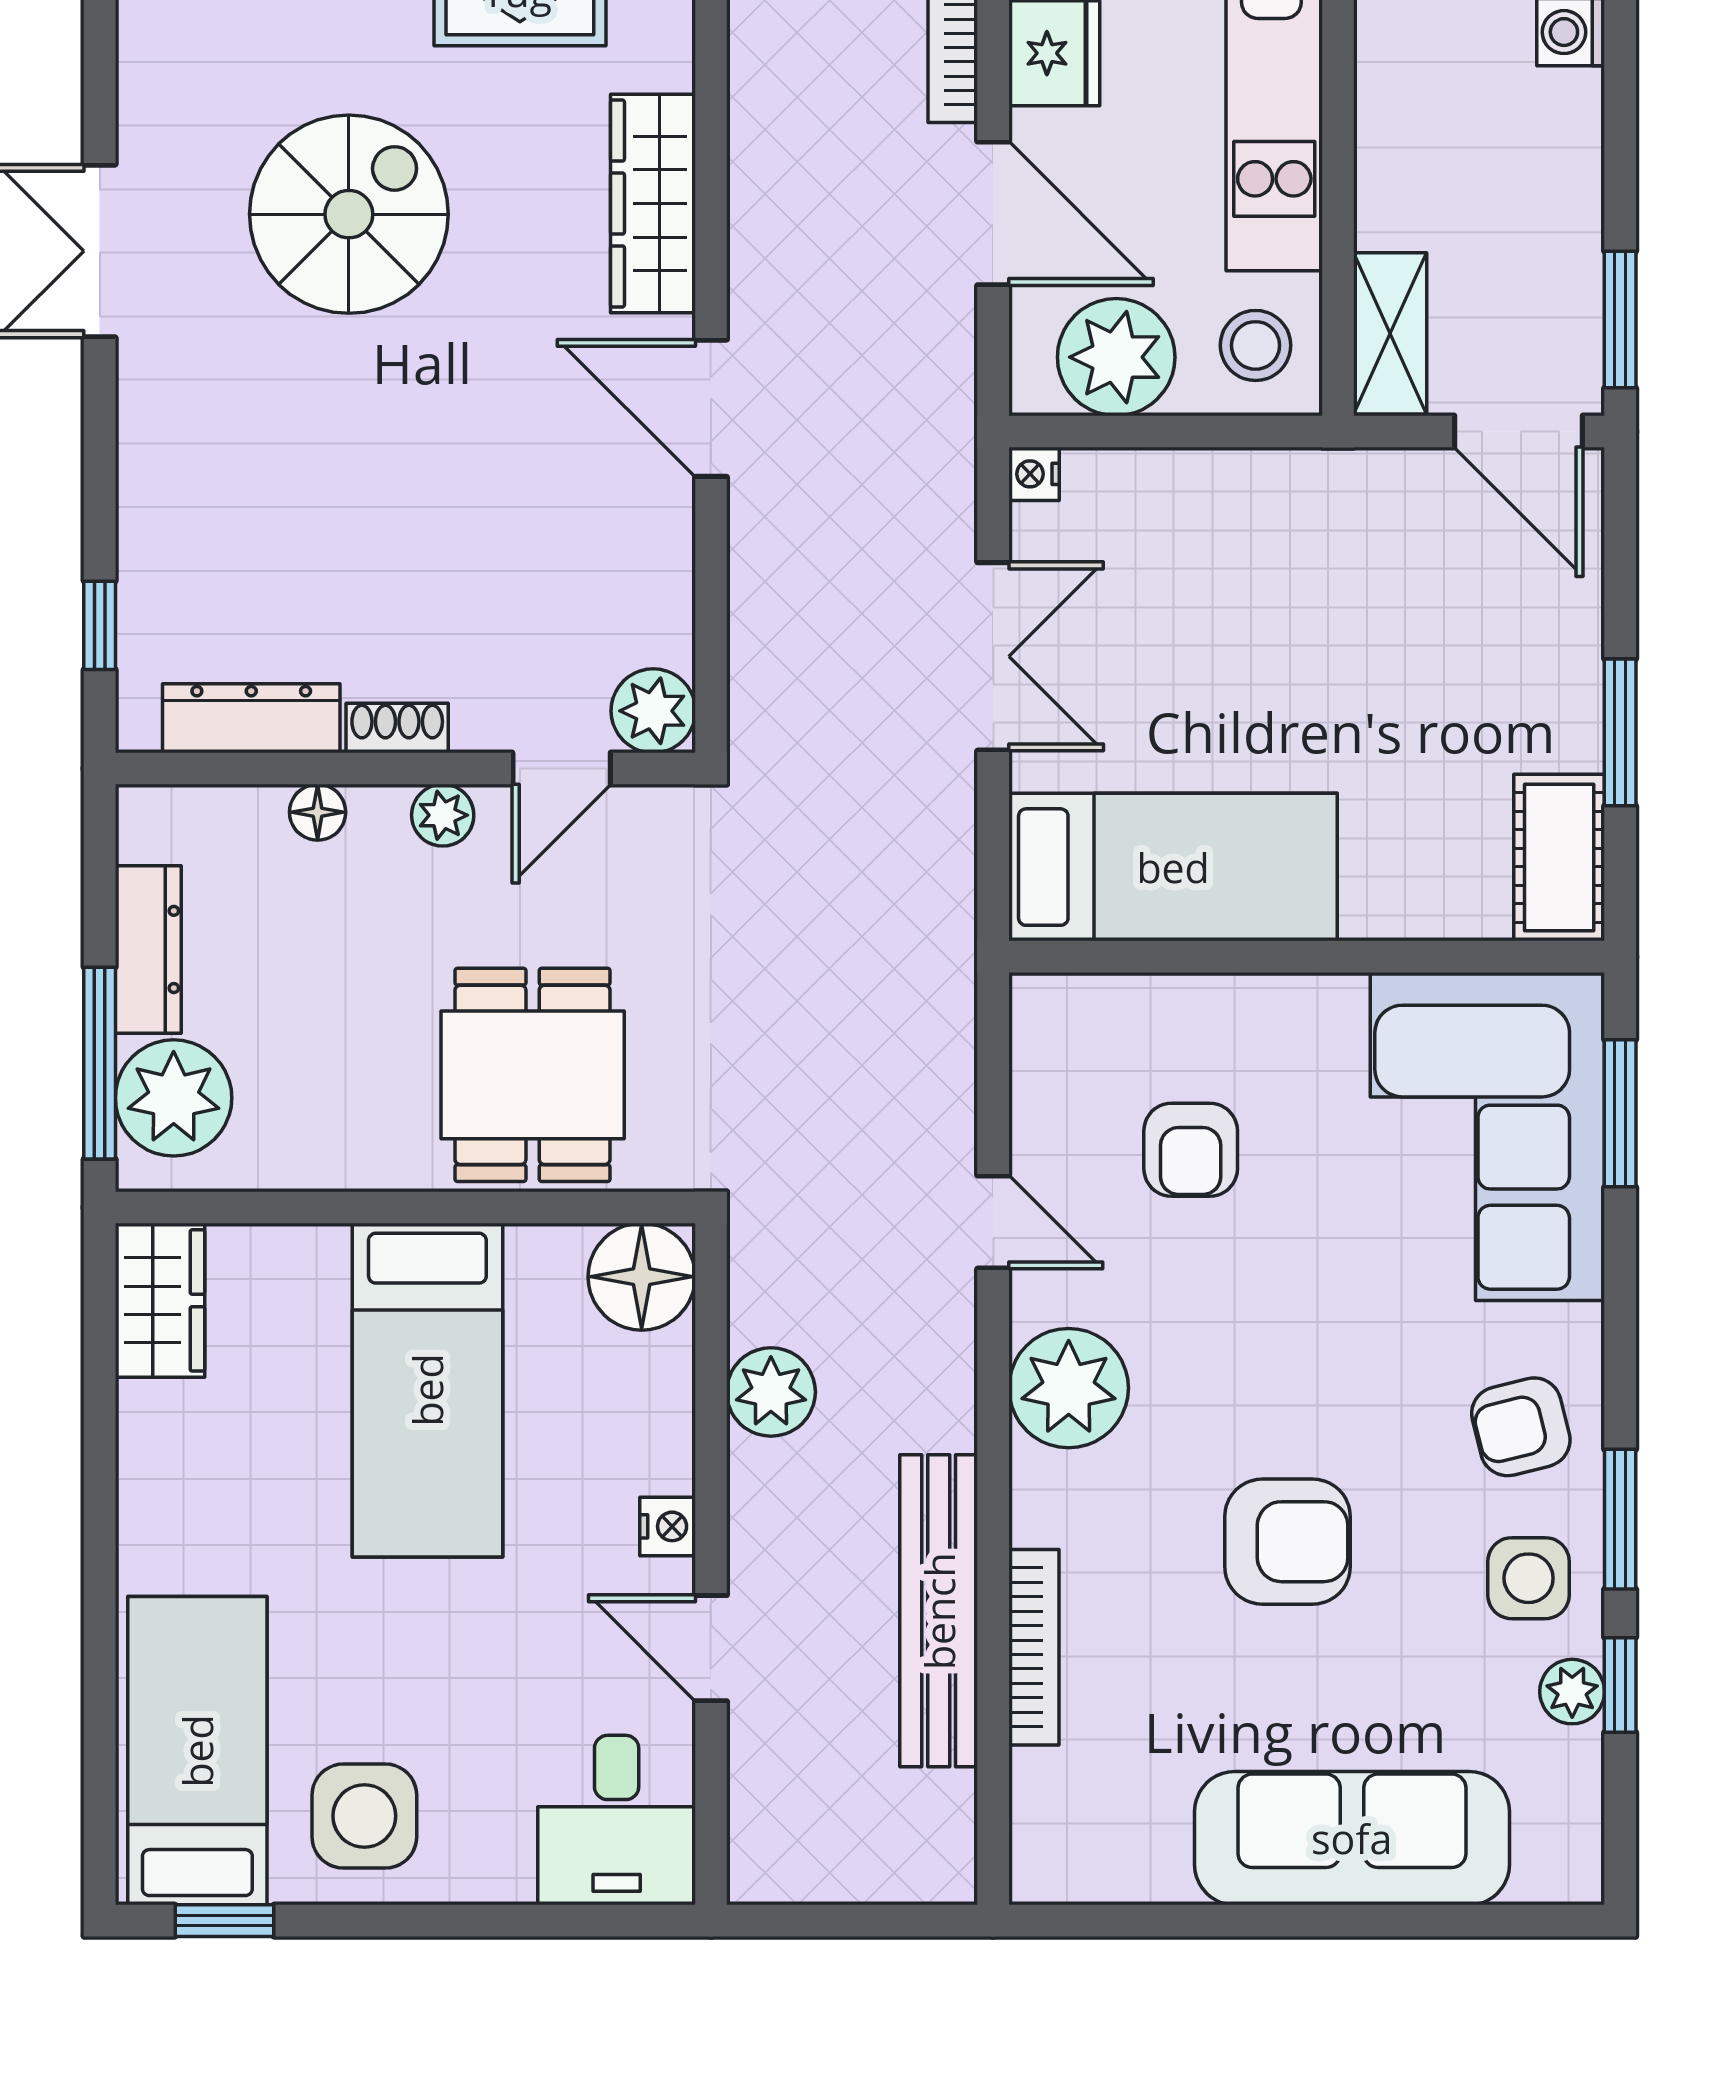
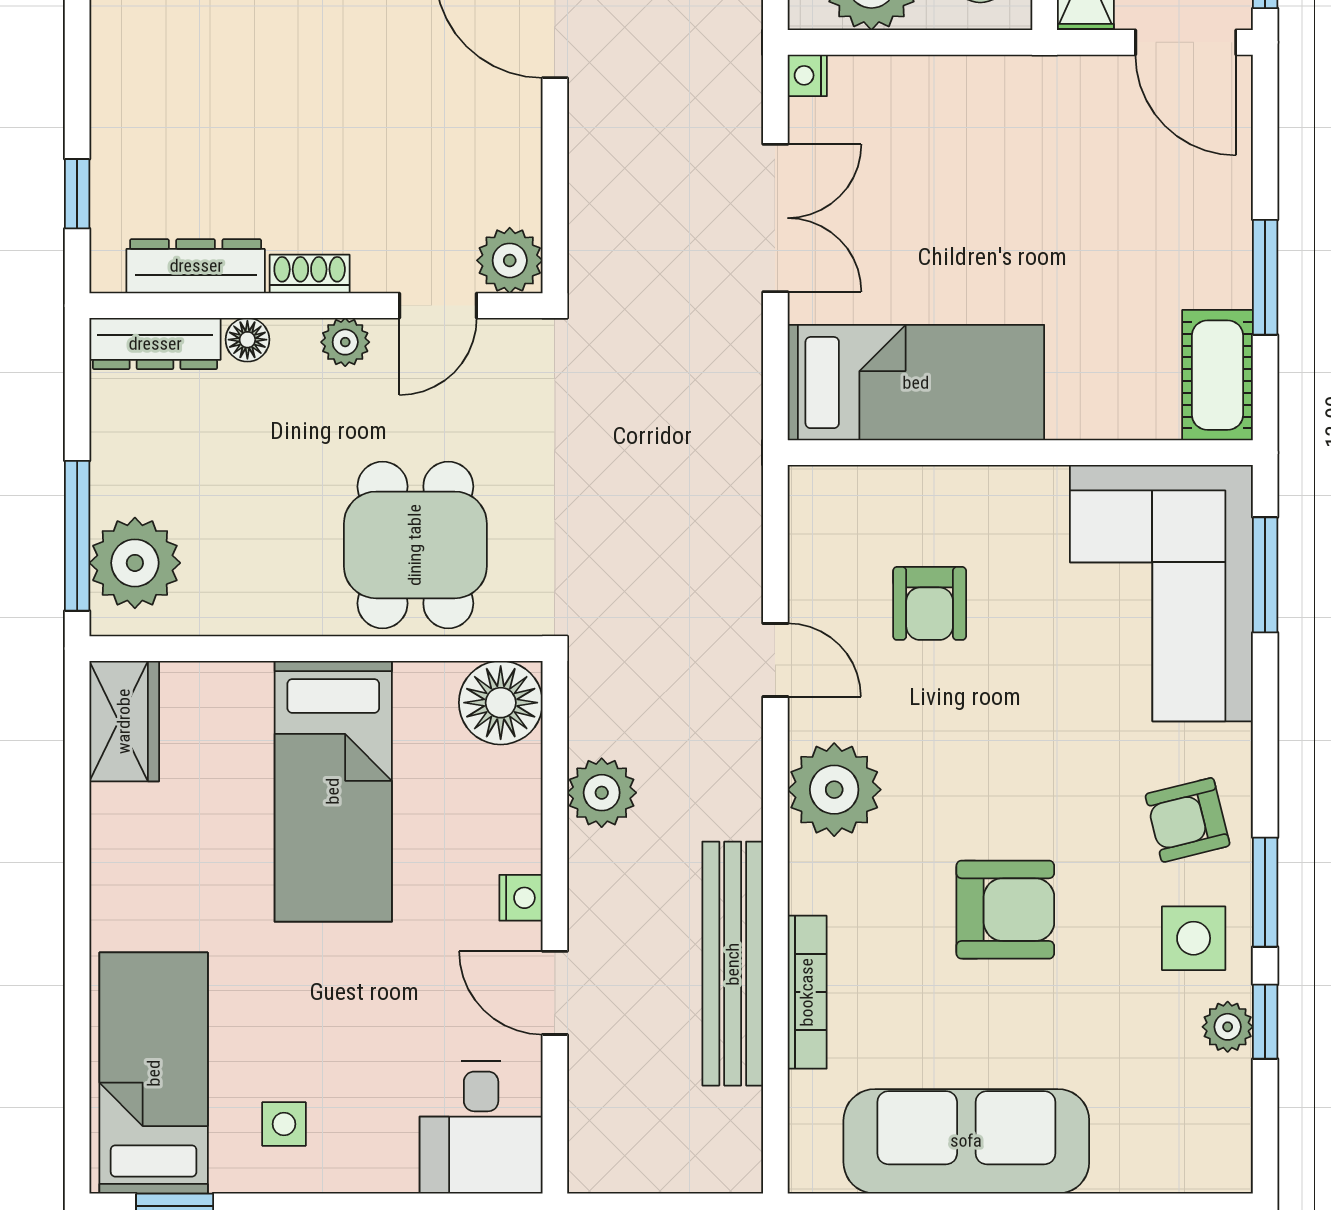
dresser: (148, 949) -> (155, 344), moved, turned 90
side table: (364, 1816) -> (284, 1124), width x0.54, depth x0.54
sofa: (1352, 1838) -> (966, 1141), moved

